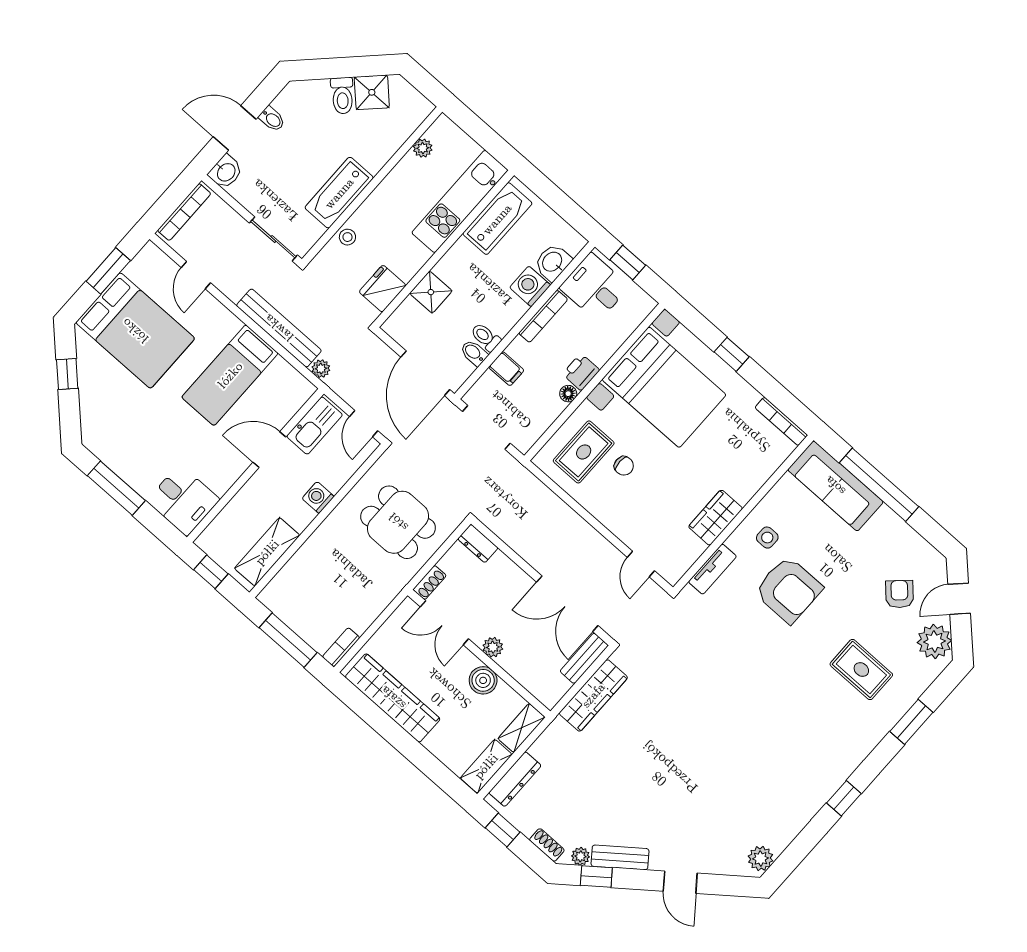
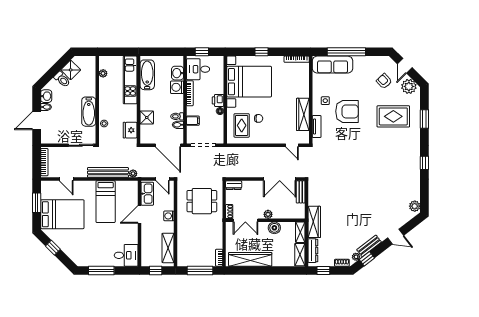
washbasin: (226, 172) -> (46, 96), moved
wardrobe: (716, 518) -> (303, 114), width x1.50
rug: (861, 670) -> (393, 116), width x1.36, depth x1.43
wardrobe: (593, 695) -> (314, 222), moved

